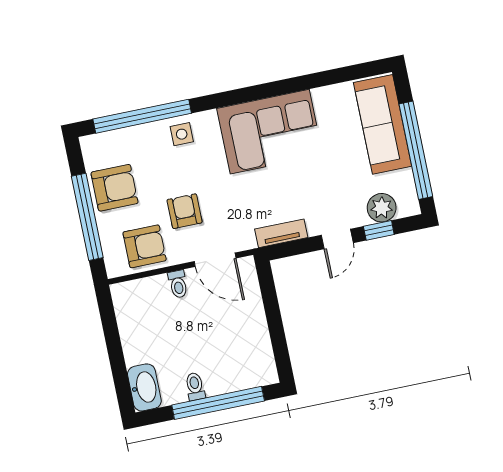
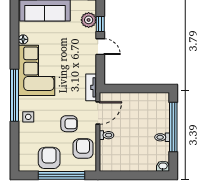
floor lamp: (321, 95) -> (23, 39), added
window: (142, 116) -> (15, 95), moved
armchair: (185, 211) -> (69, 124), turned 180
tv unit: (281, 233) -> (91, 87), moved
washbasin: (144, 387) -> (163, 166), width x0.52, depth x0.69

